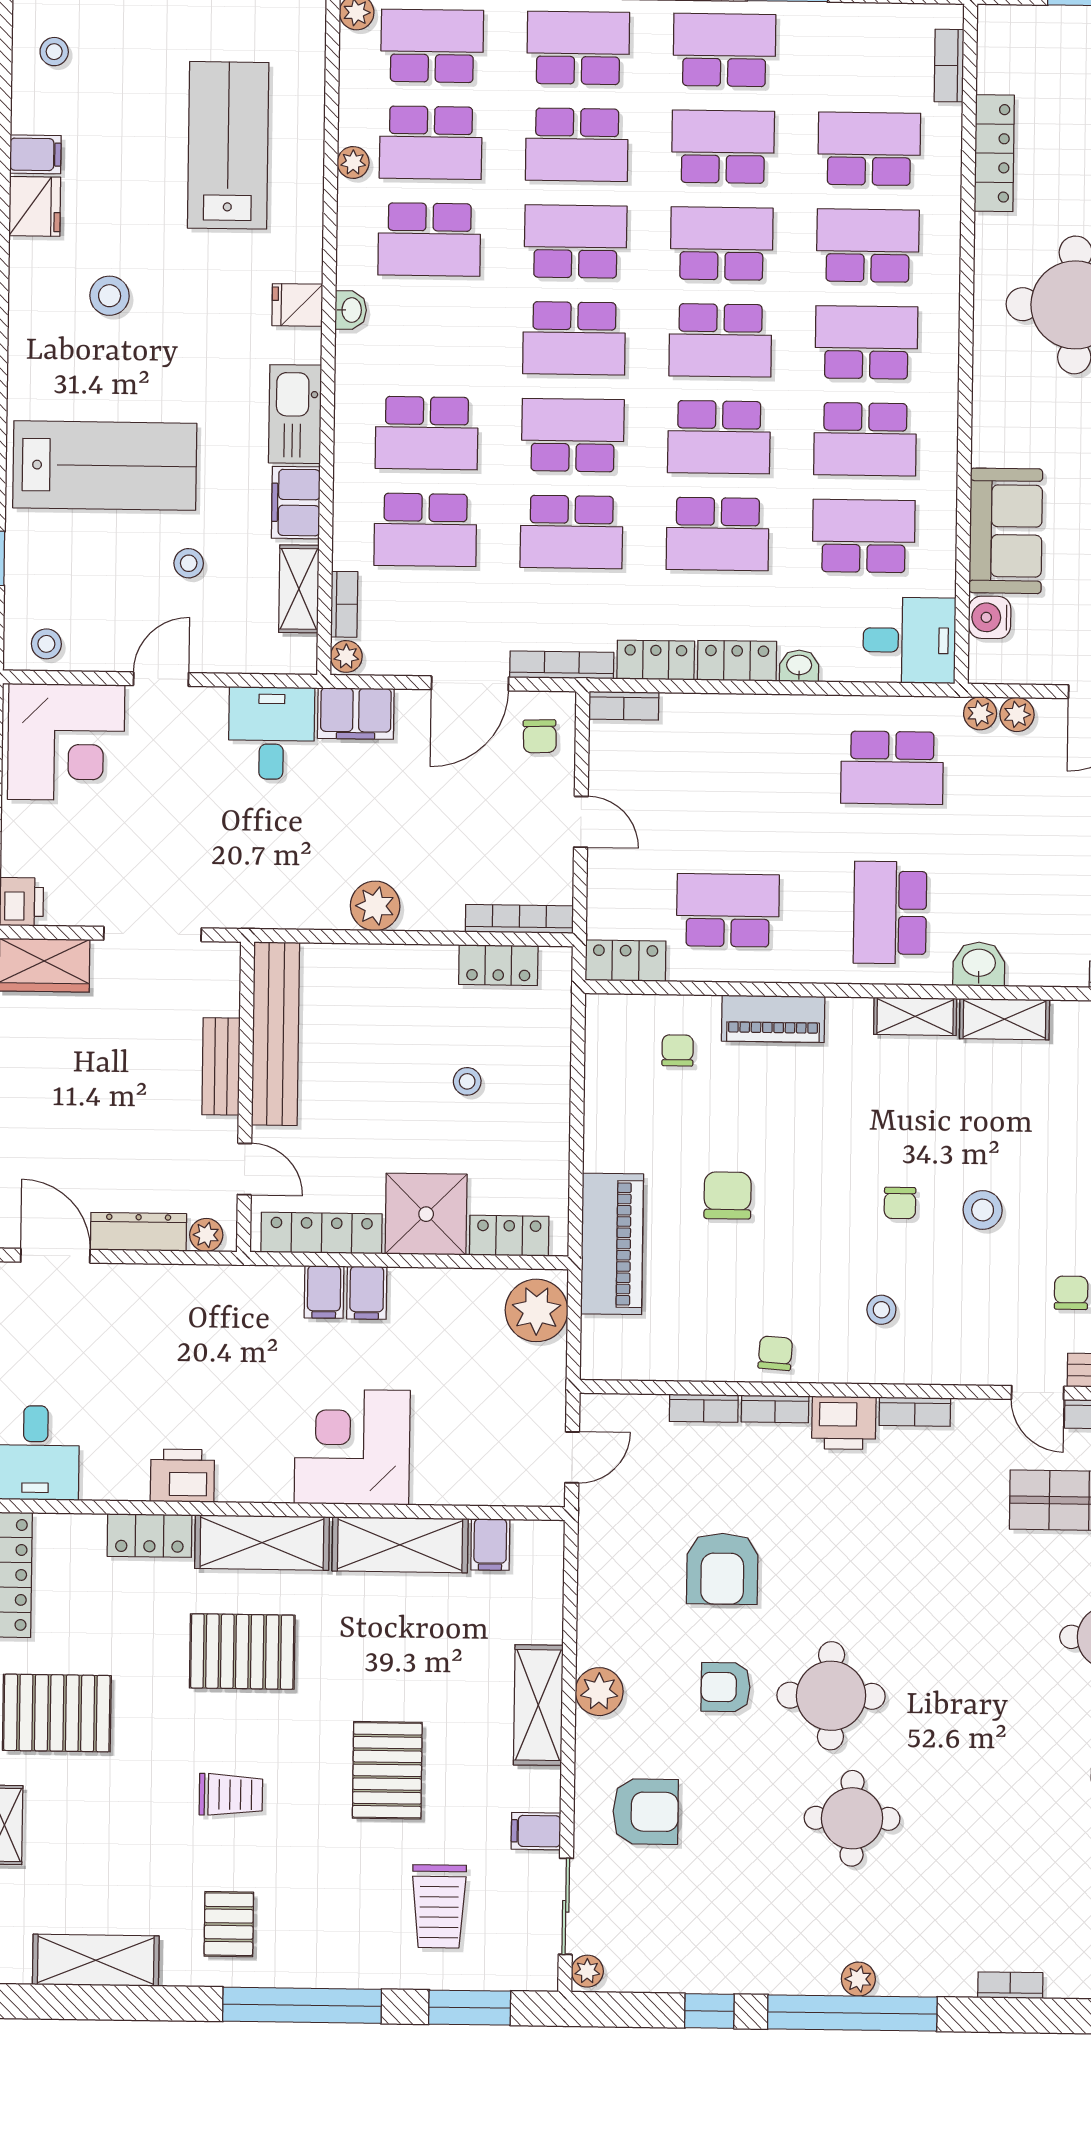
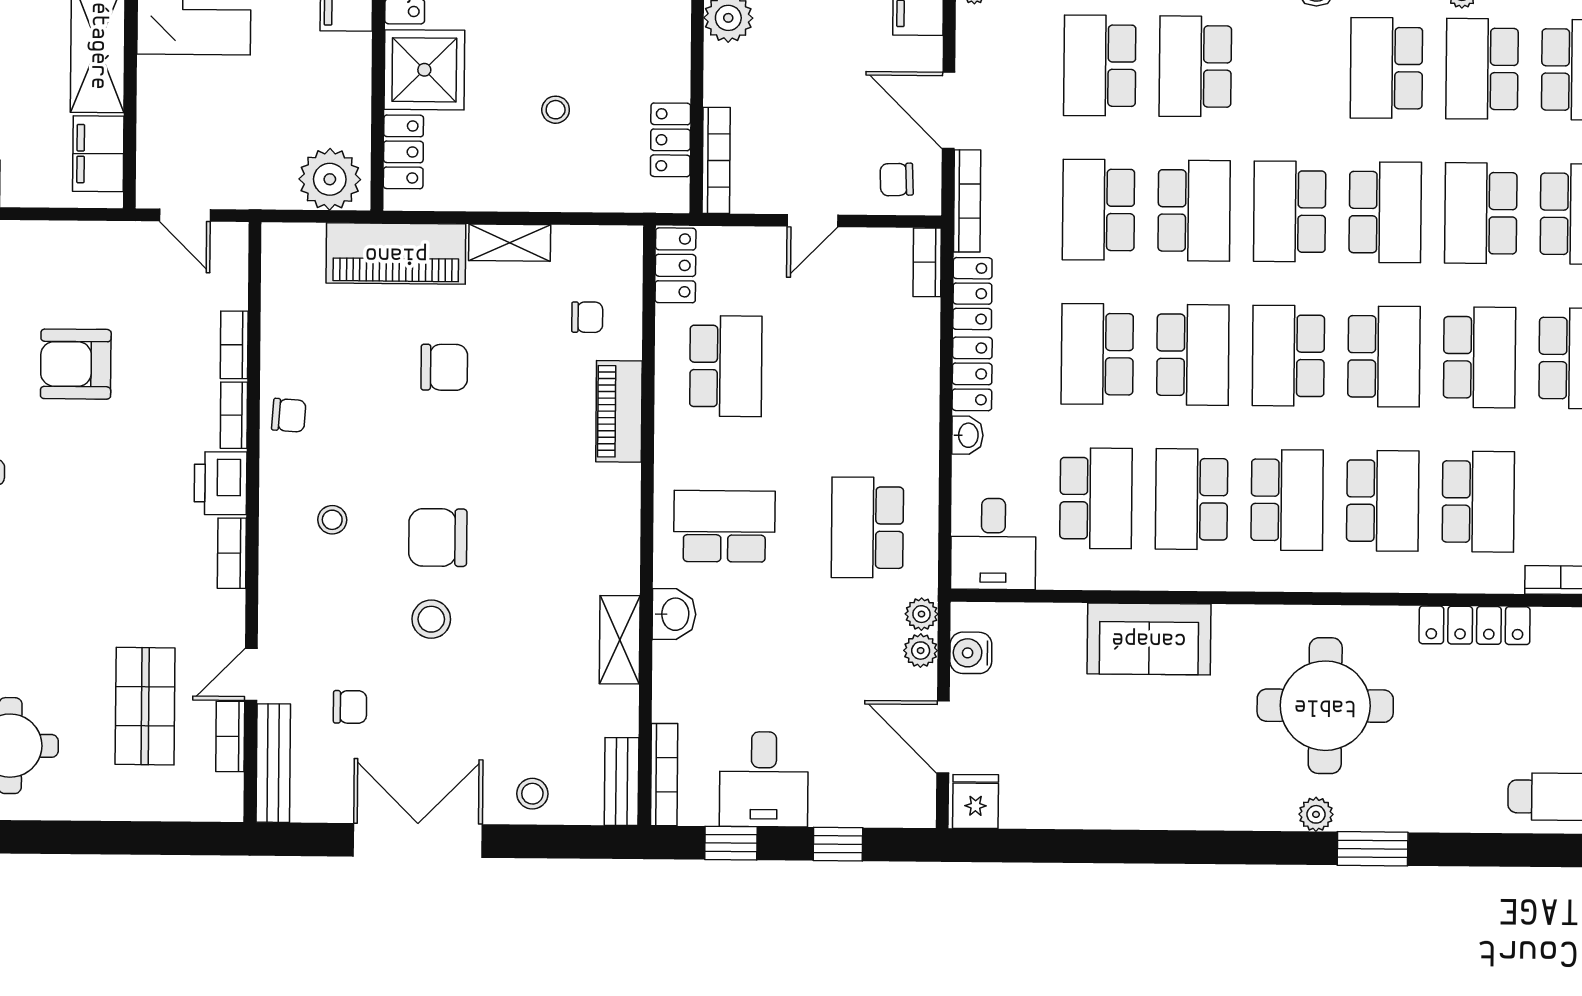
school desk: (719, 437) -> (1193, 355), turned 180
sofa: (1006, 531) -> (1149, 639), moved
water cooler: (990, 617) -> (971, 653), moved, turned -90
shelving: (915, 1016) -> (510, 243), moved, turned 90
chair: (900, 1203) -> (438, 538), width x1.87, depth x1.87
filing cabinet: (490, 1545) -> (98, 154), width x2.00

